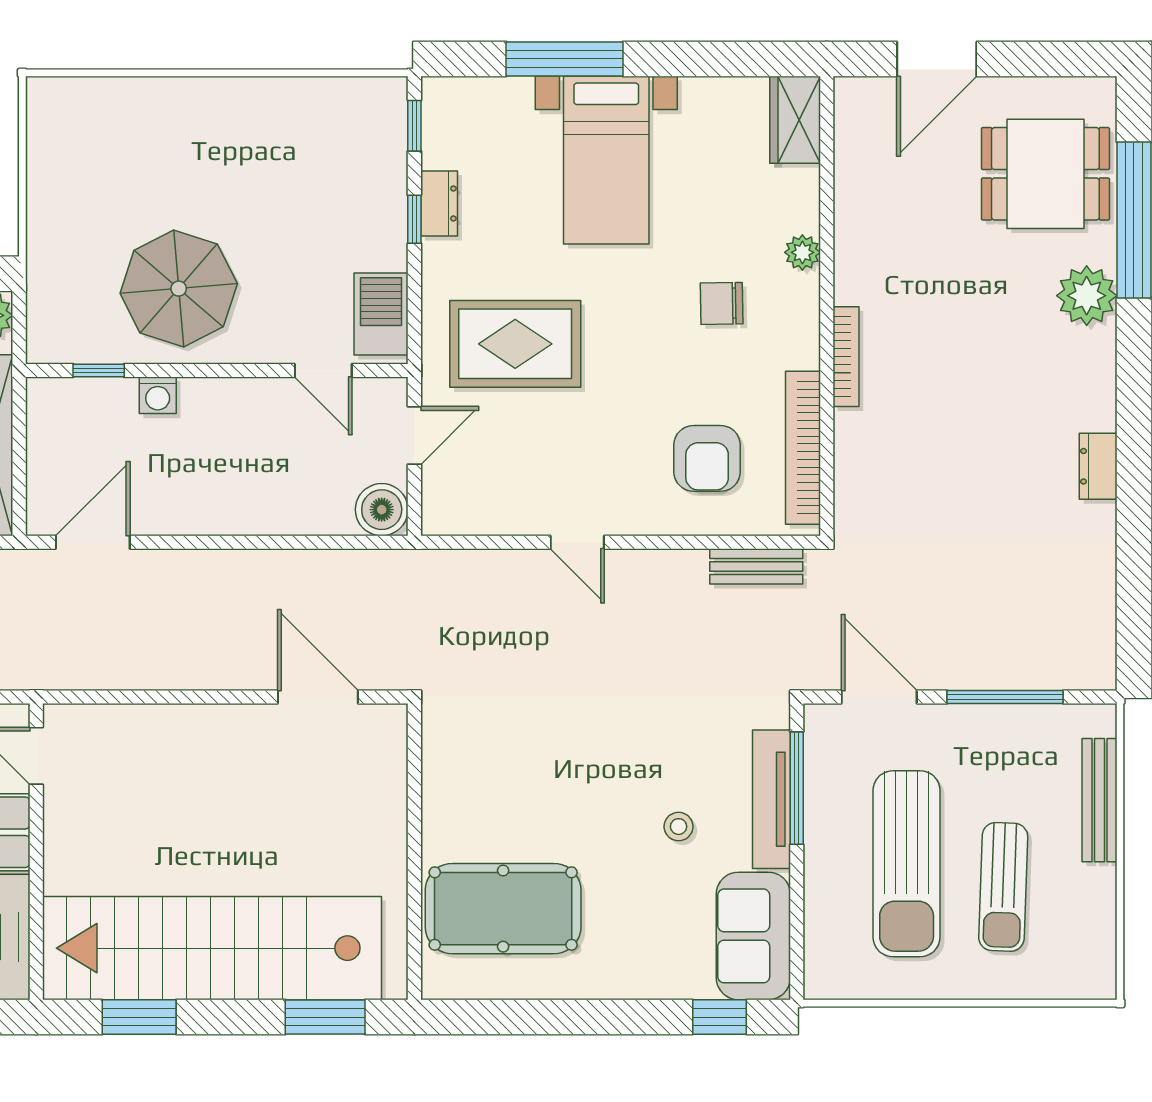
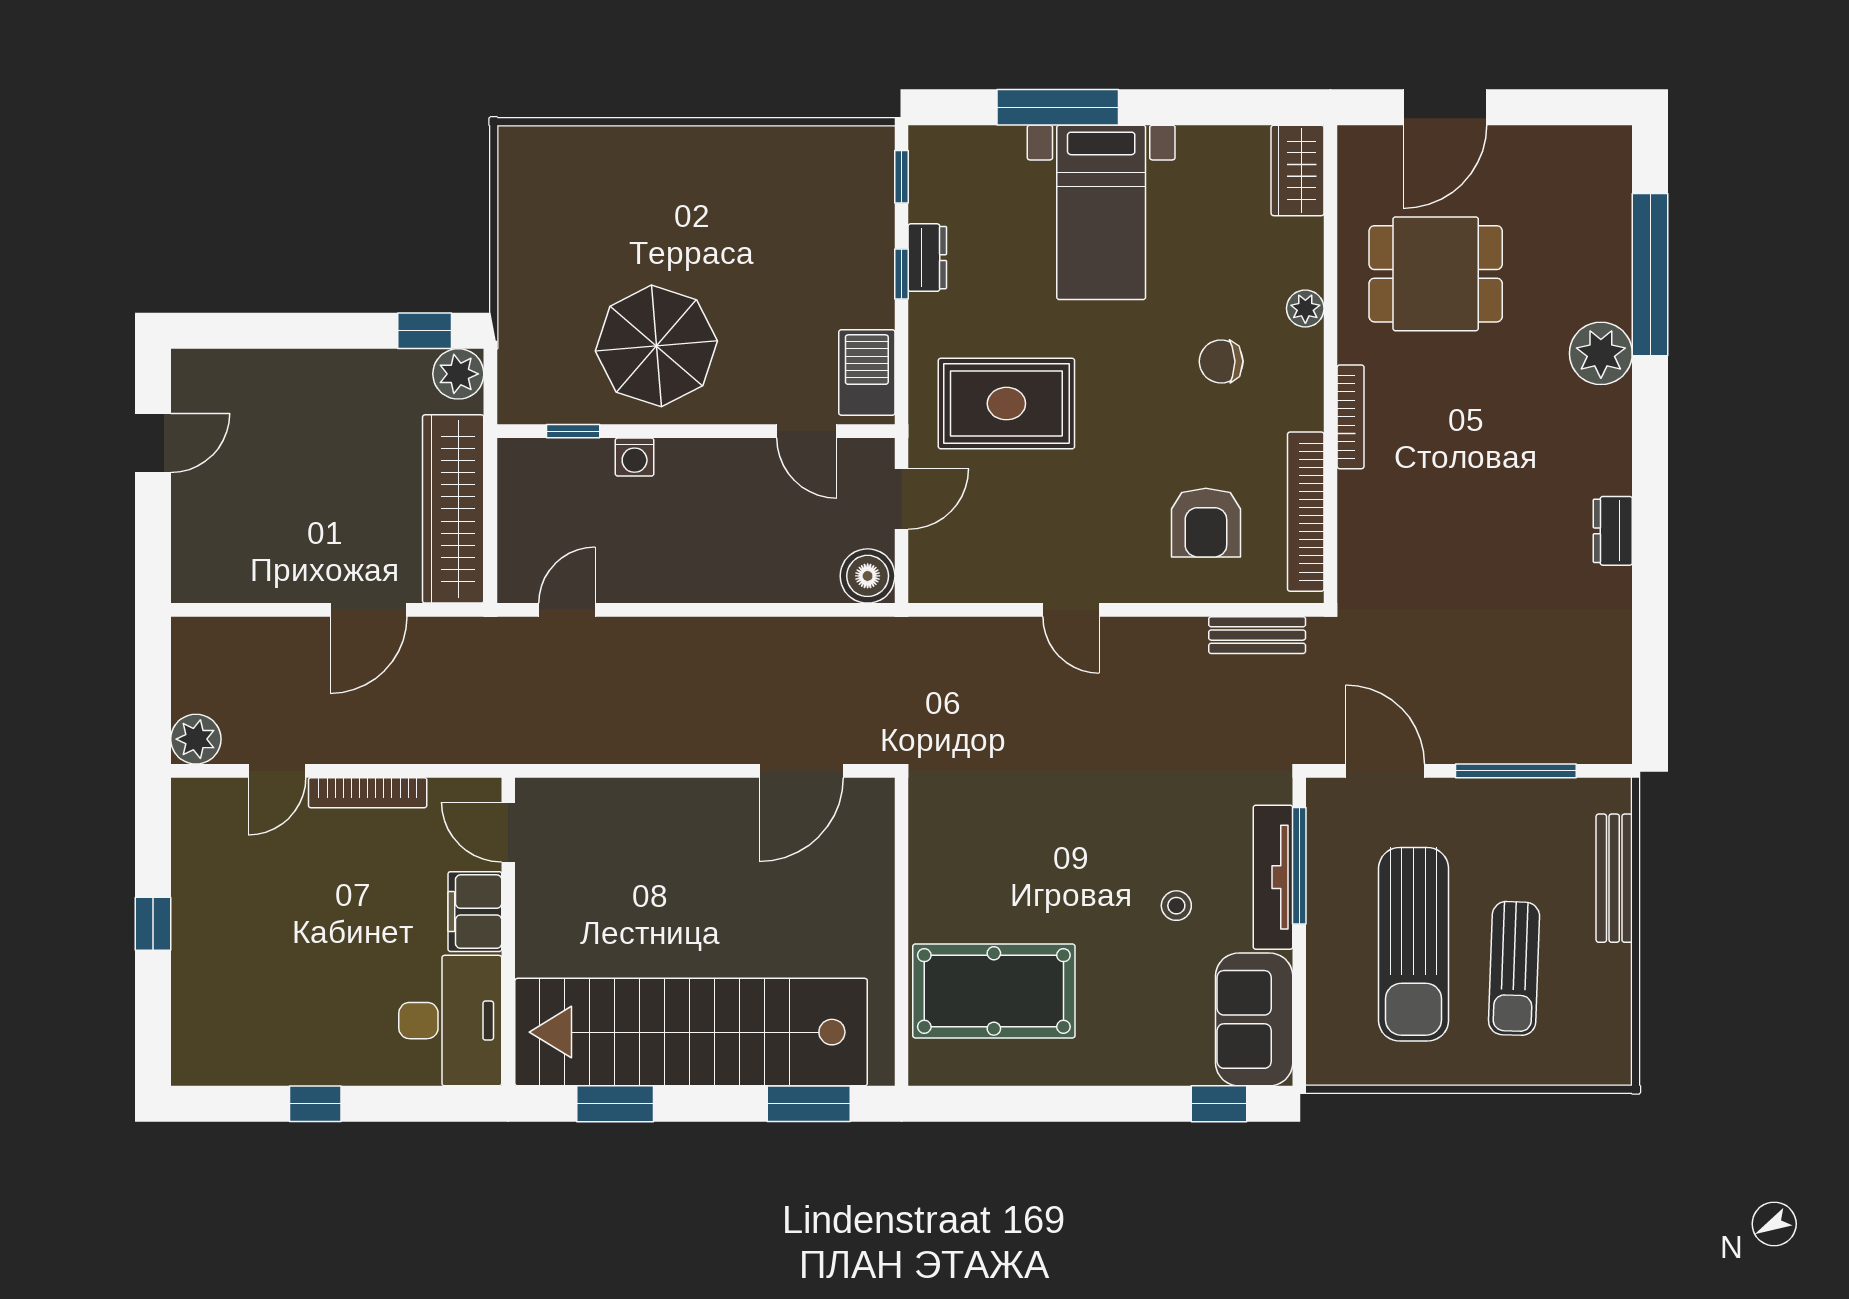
dining table: (1045, 174) -> (1436, 274), moved
door: (93, 542) -> (567, 610), width x0.73
door: (318, 697) -> (801, 771), swing flipped

